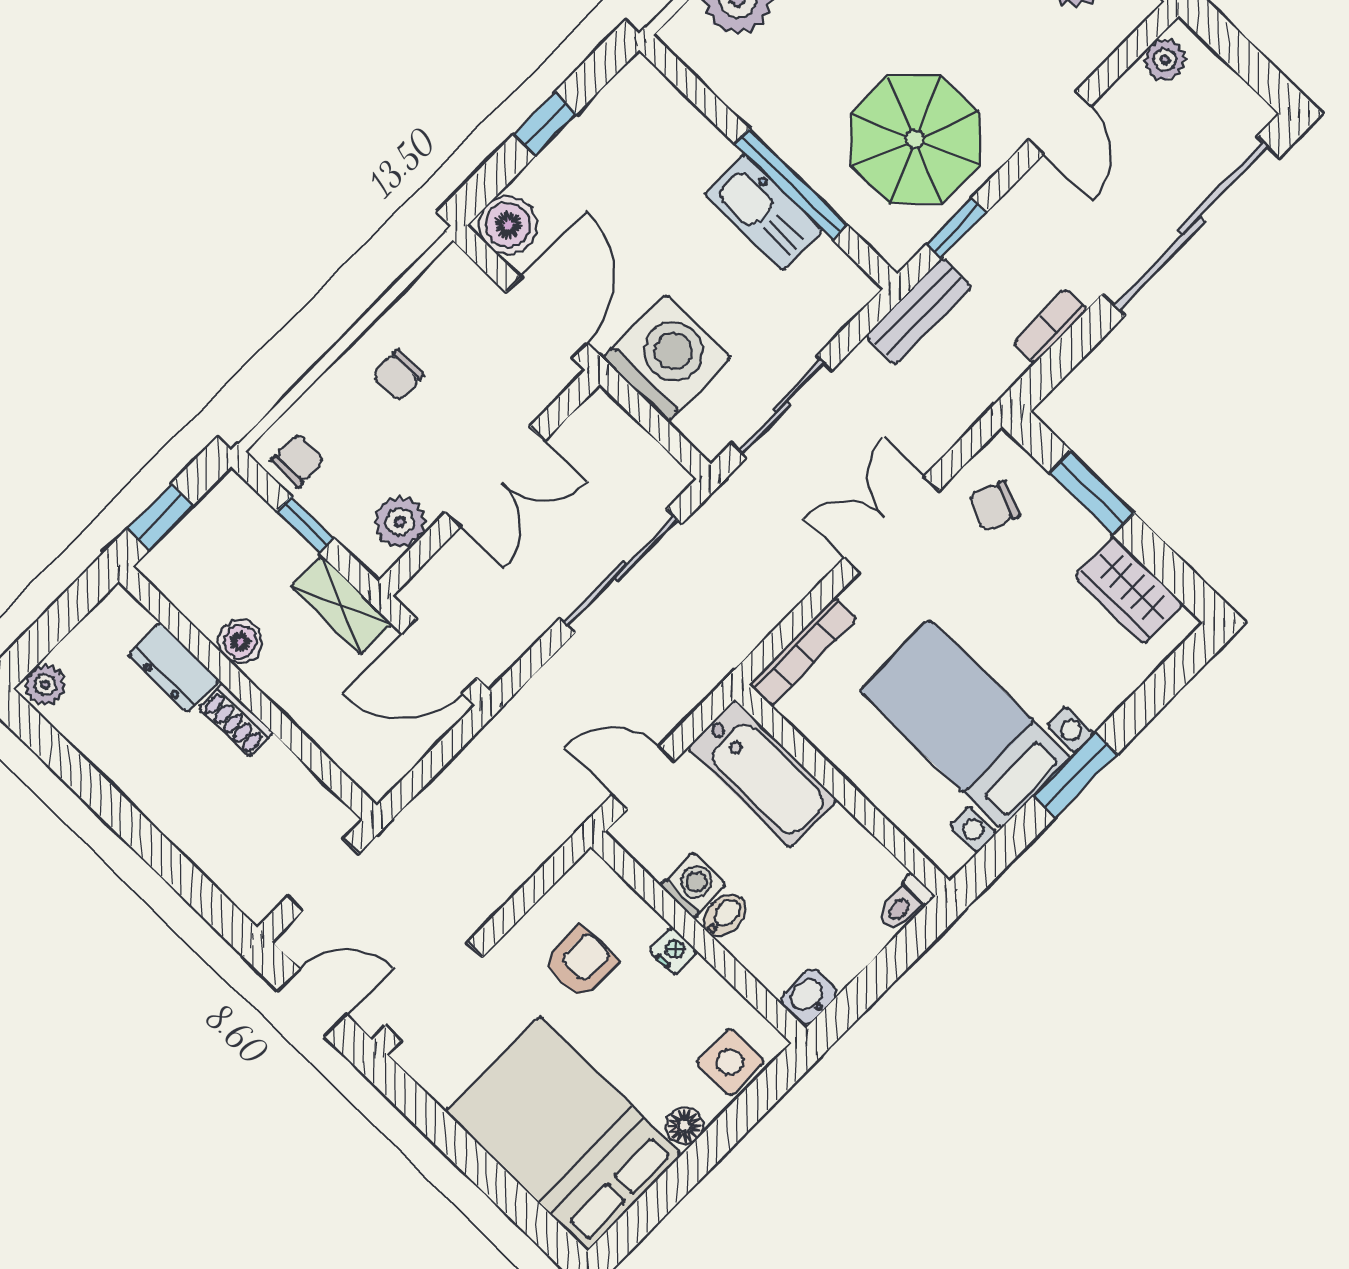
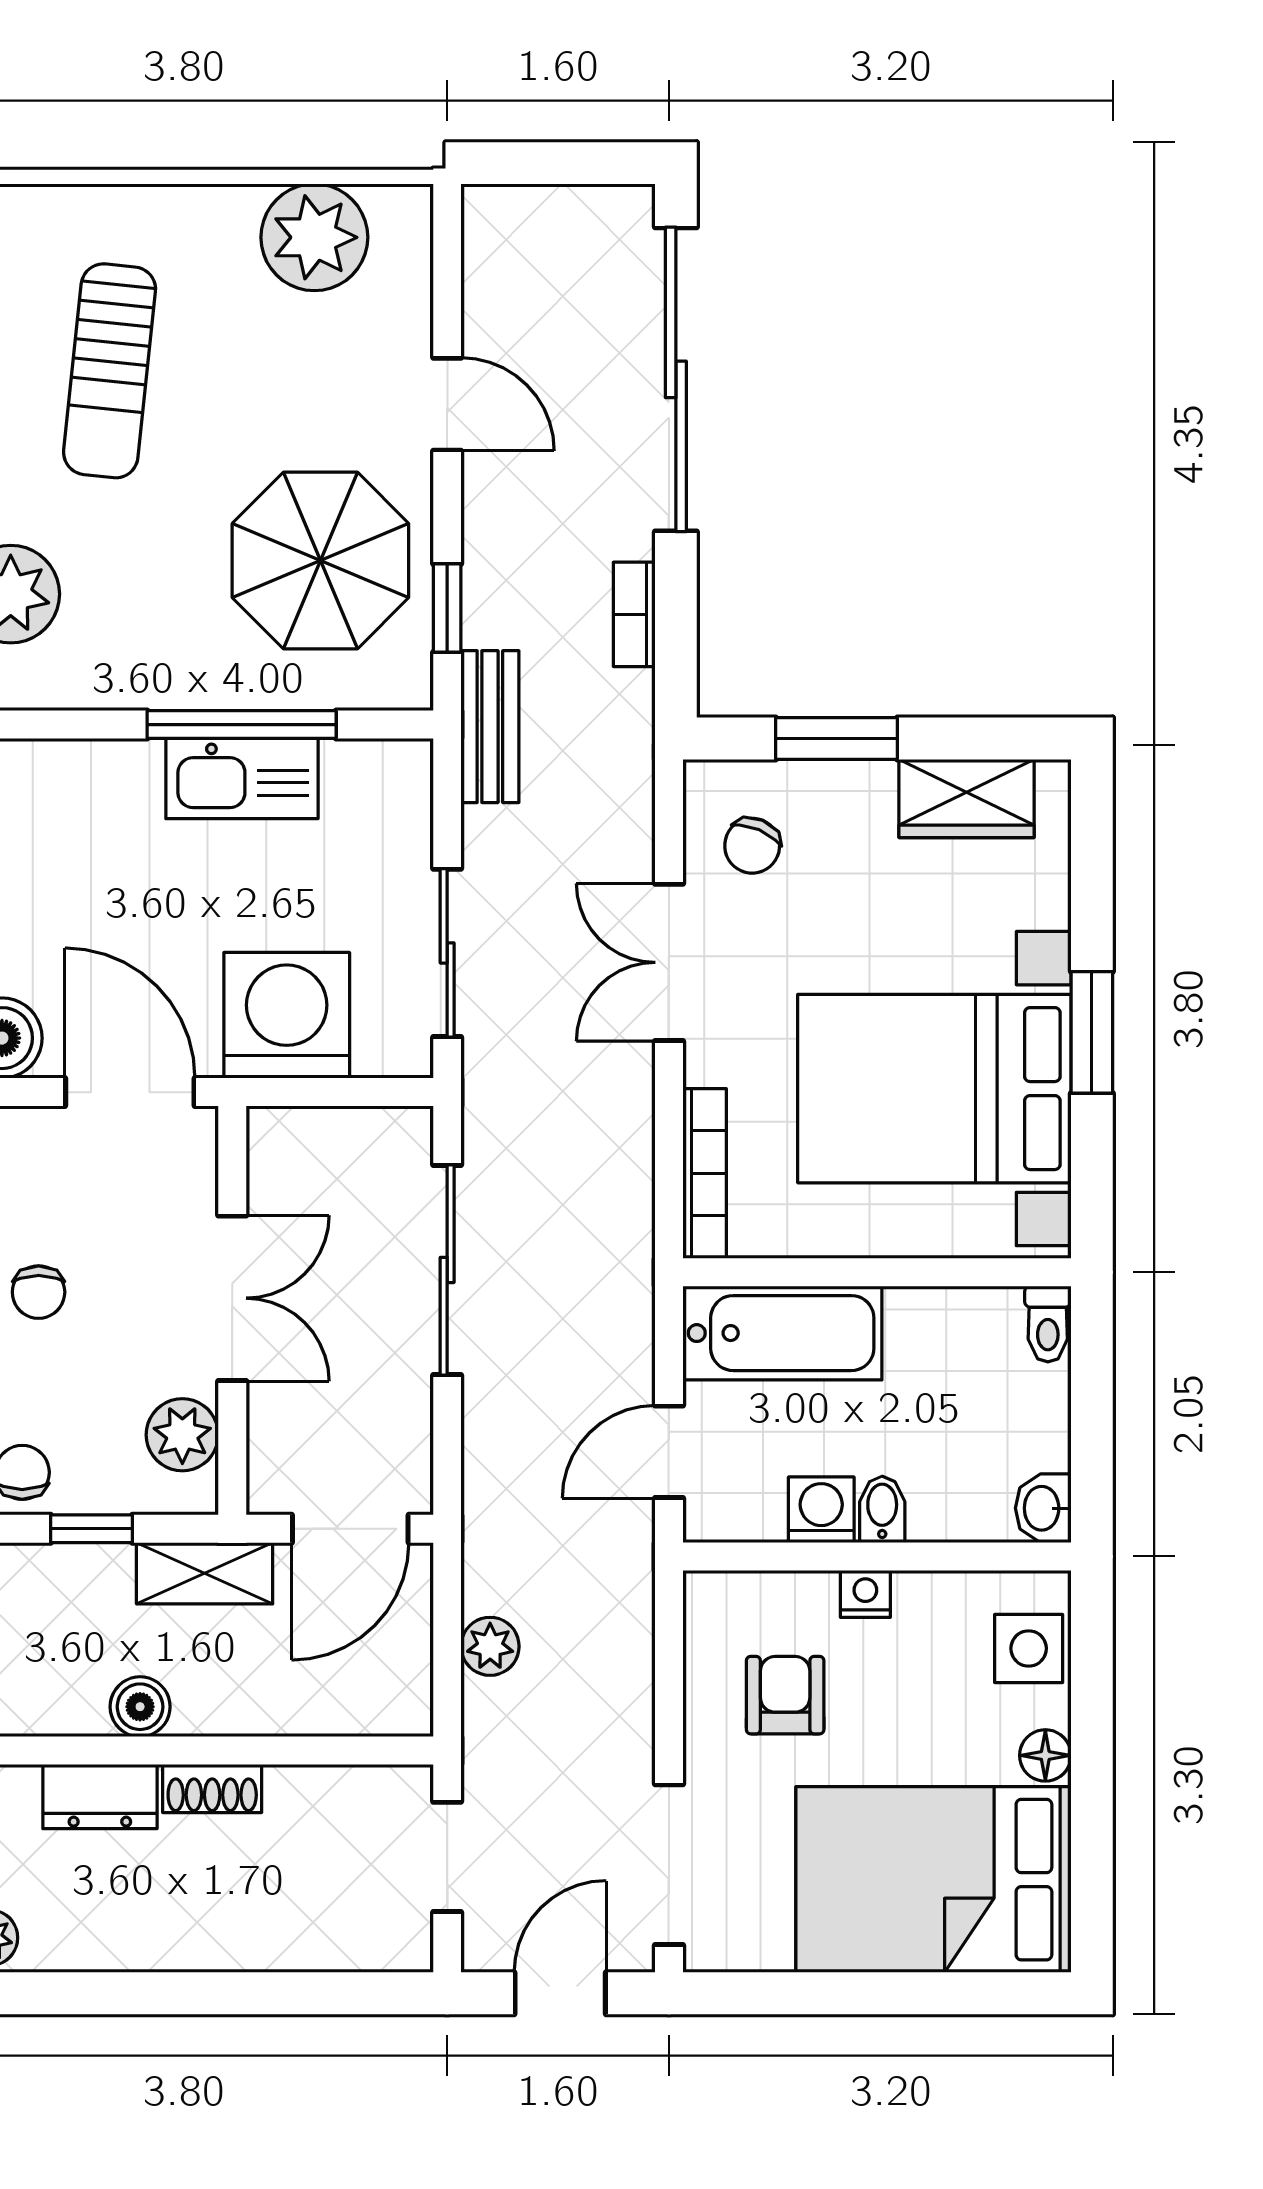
plant: (1165, 60) -> (490, 1646), moved
bed with nightstands: (965, 724) -> (934, 1089), width x1.36

